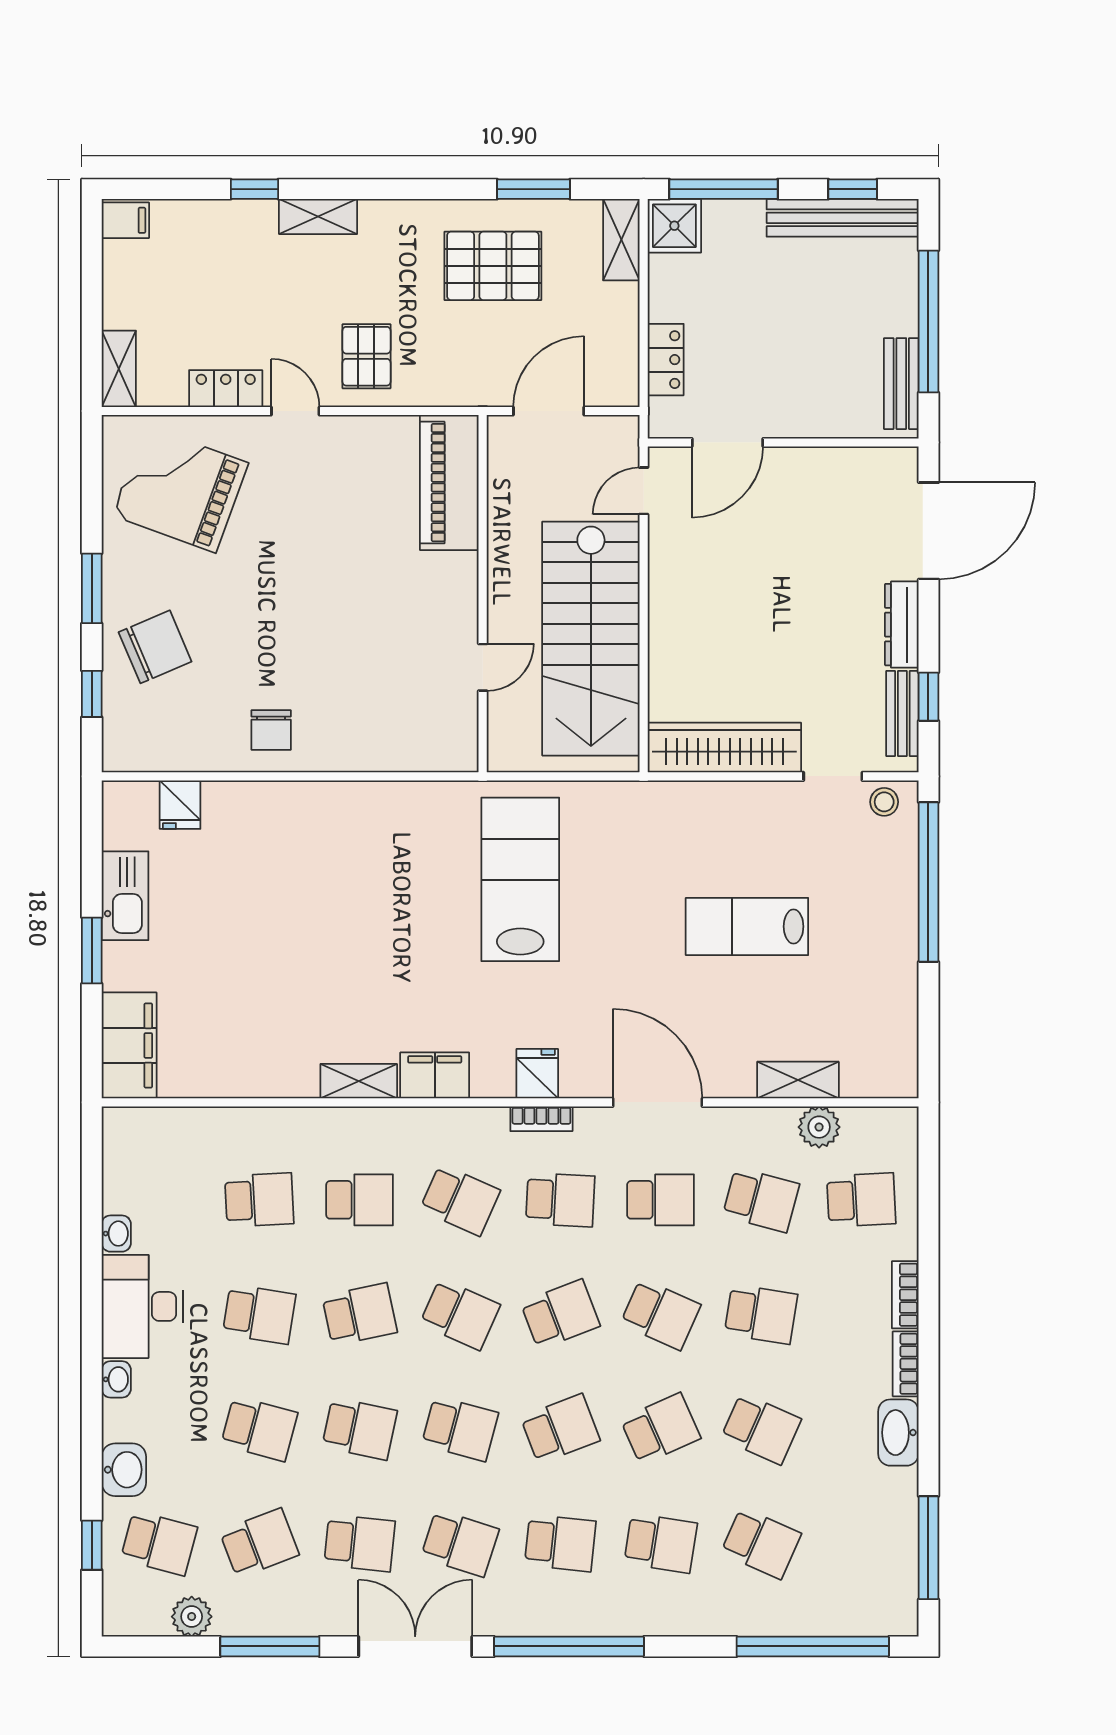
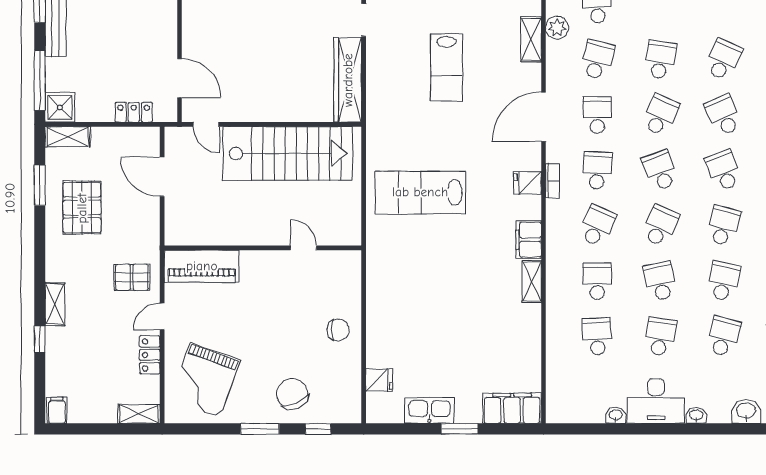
piano: (449, 483) -> (202, 266), moved
wall: (483, 594) -> (263, 248), moved
door: (483, 667) -> (303, 248), moved

